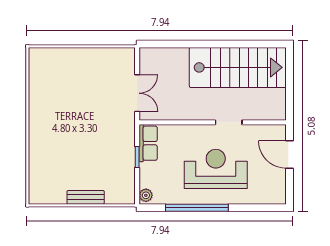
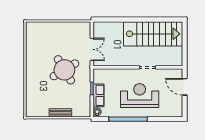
round table: (92, 127) -> (64, 70), added
row of seats: (148, 143) -> (98, 95), moved

